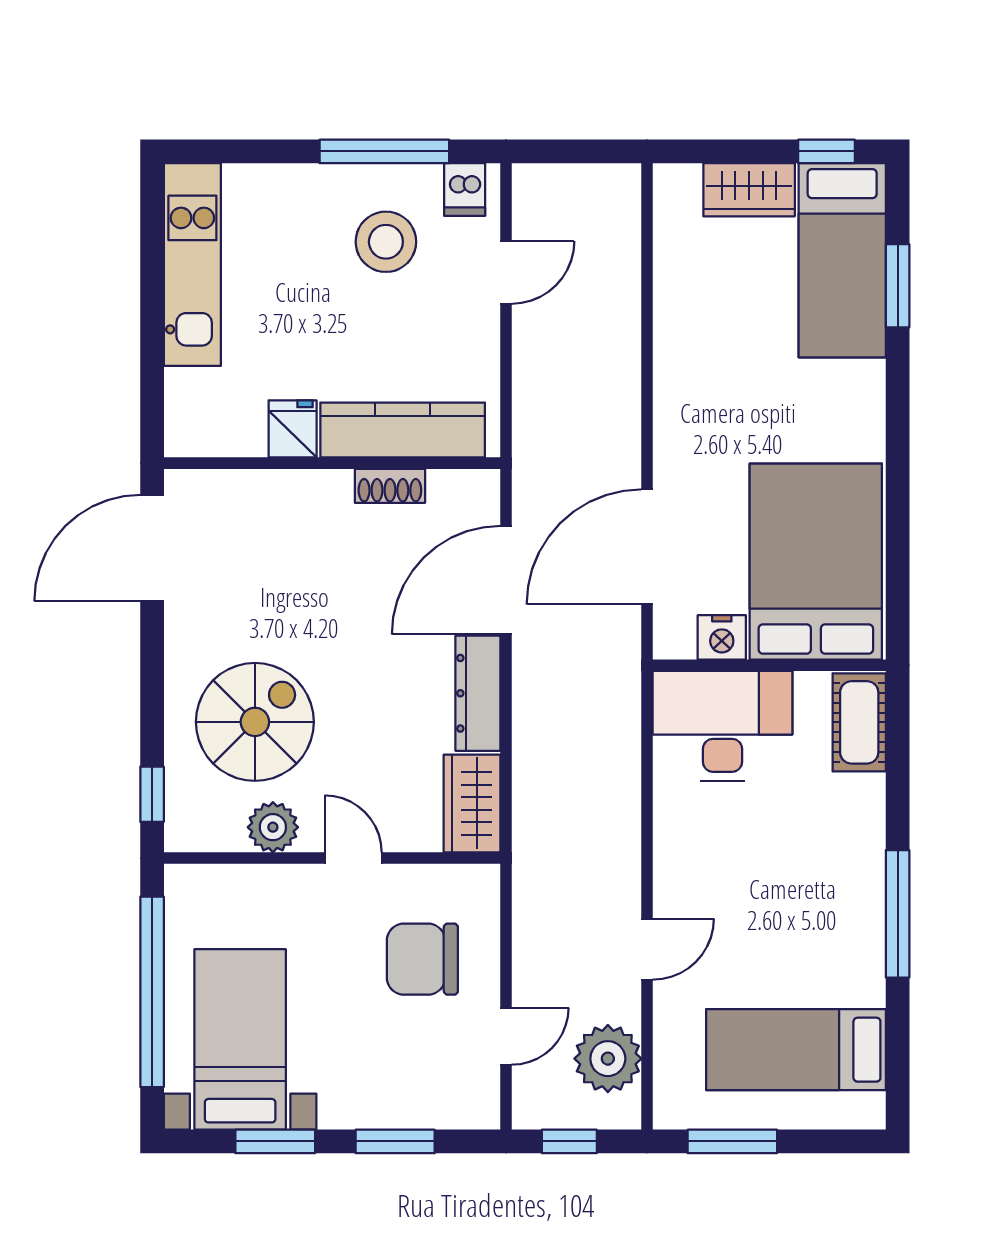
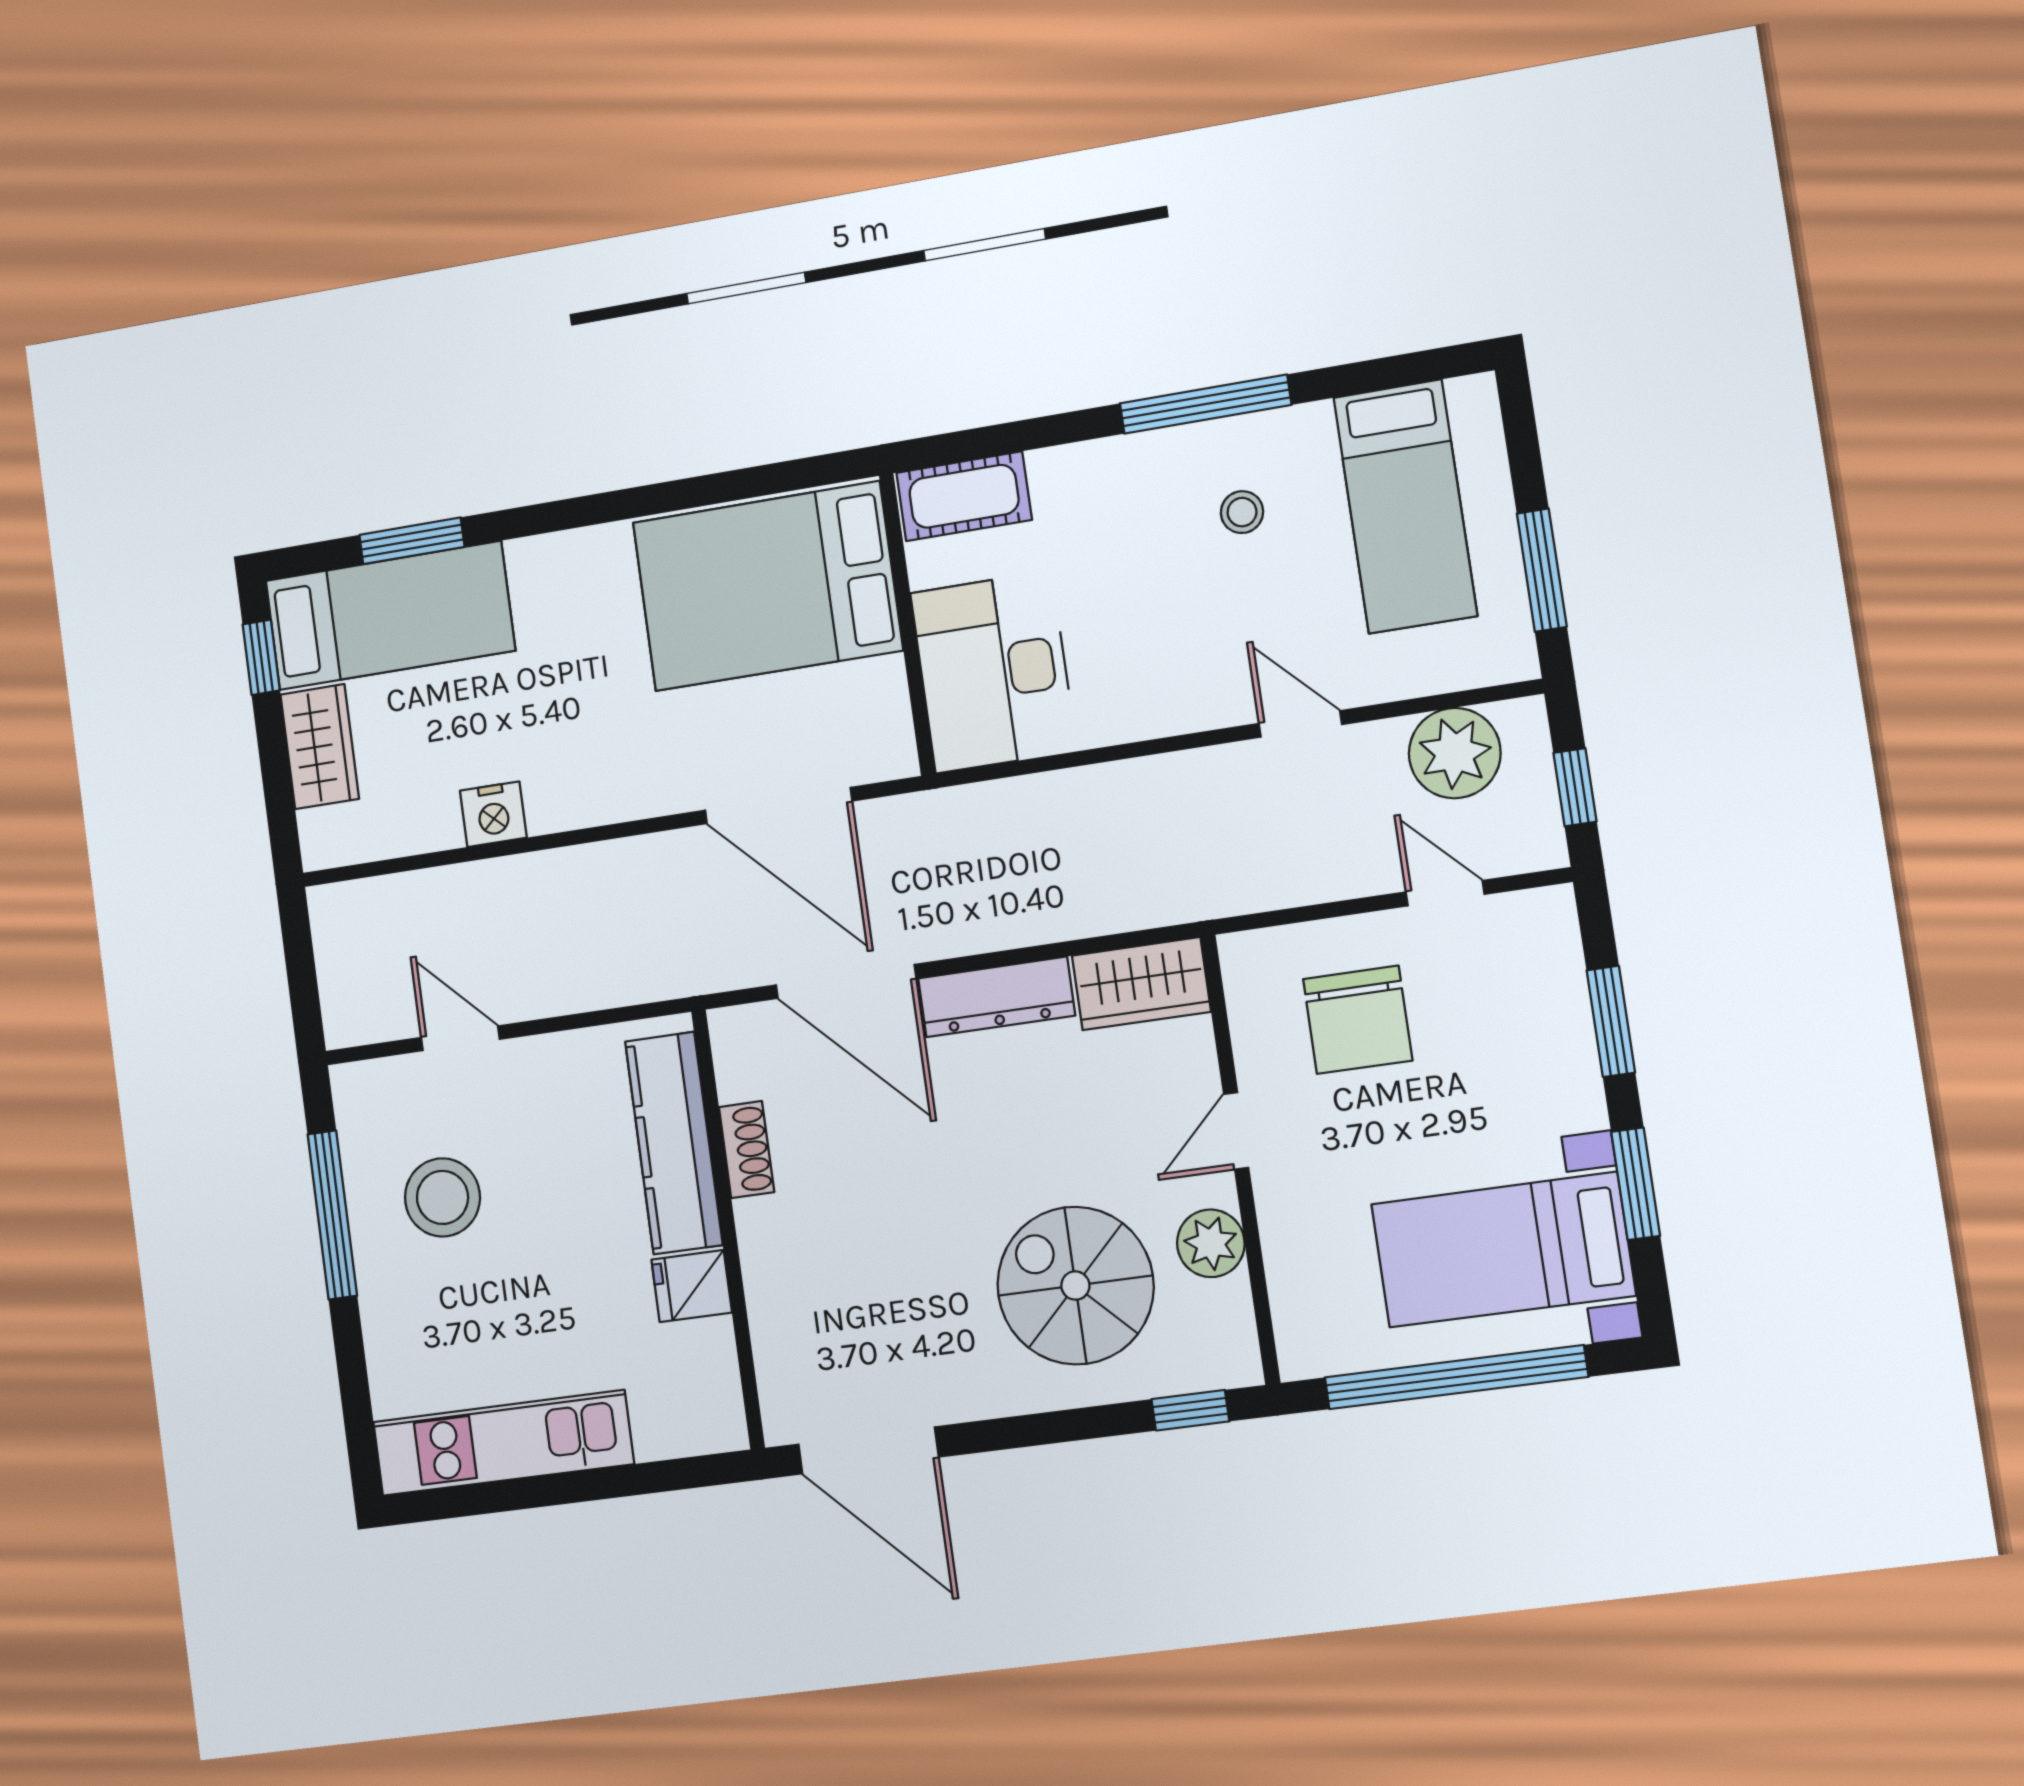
dishwasher: (465, 190) -> (366, 1106), removed
nightstand: (722, 637) -> (493, 814), moved, turned 90
stool: (812, 929) -> (1242, 512), added

